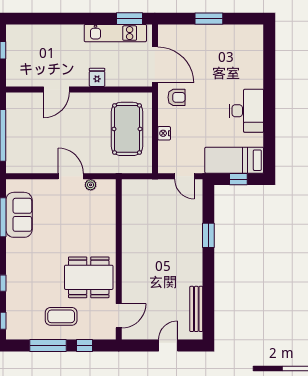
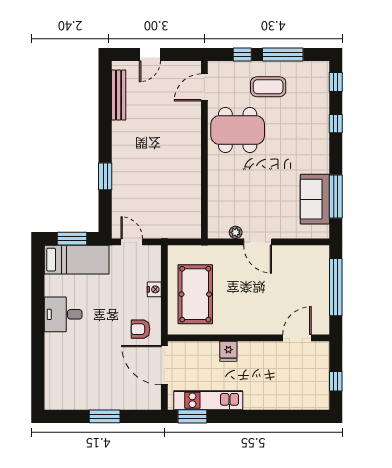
door: (56, 89) -> (297, 338), moved
desk: (246, 111) -> (63, 314), width x0.73
window: (238, 179) -> (72, 239), width x1.50

